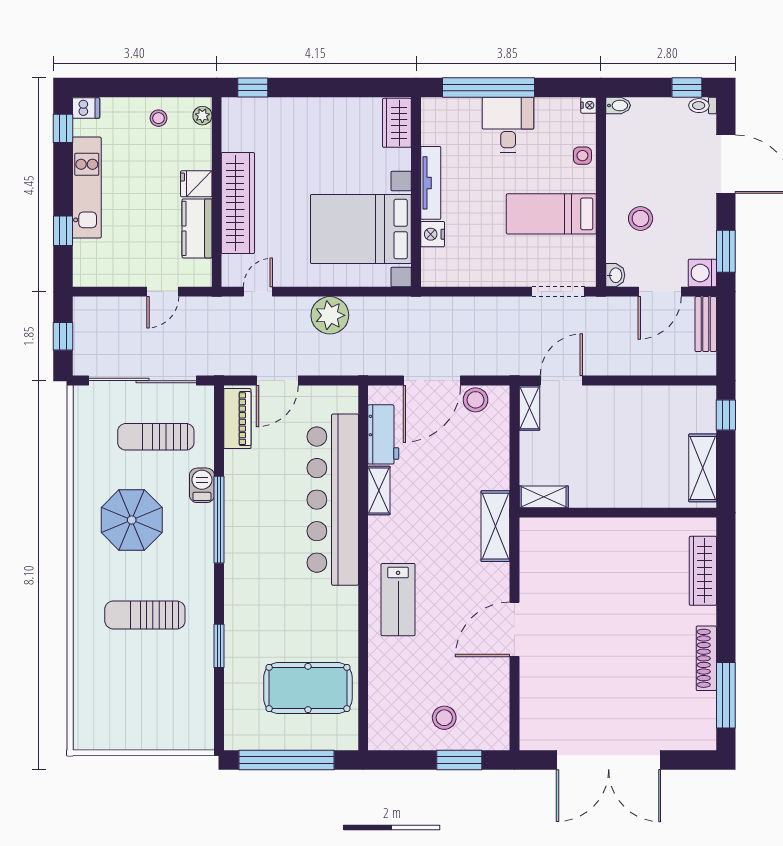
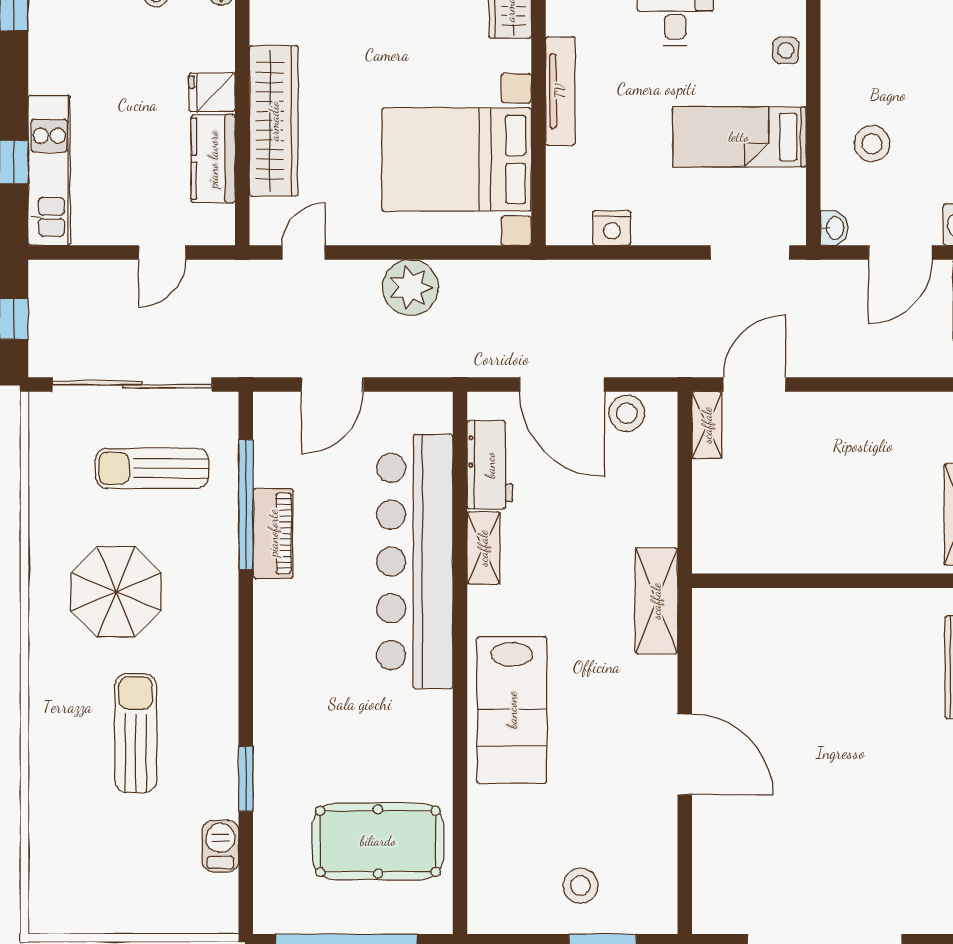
kitchen unit: (87, 188) -> (49, 170), moved
nightstand: (433, 234) -> (612, 228), moved, turned -90
door: (432, 381) -> (562, 385), hinge flipped
piano: (237, 419) -> (273, 533), moved
barbecue: (202, 485) -> (220, 846), moved
shelving: (544, 497) -> (728, 557), removed
window: (219, 520) -> (246, 504), moved
lab bench: (398, 600) -> (512, 710), width x1.36, depth x1.39
sun lounger: (145, 615) -> (136, 733), turned 90
door: (514, 629) -> (685, 754), swing flipped

